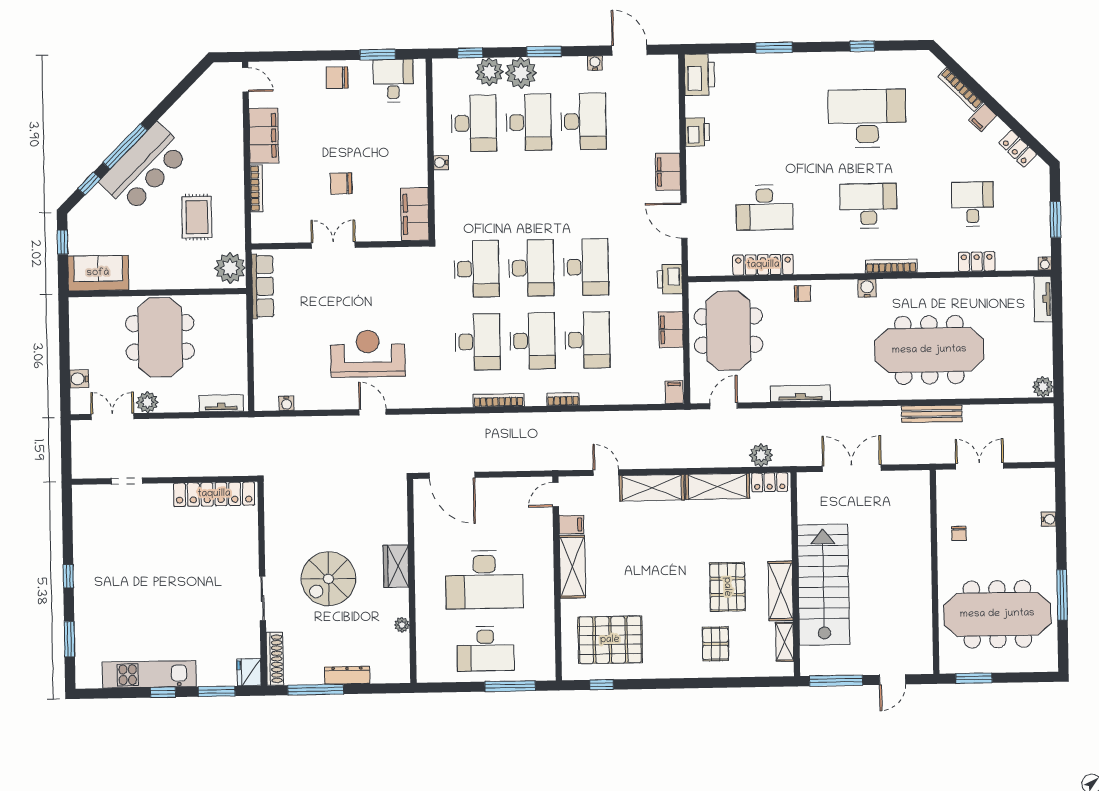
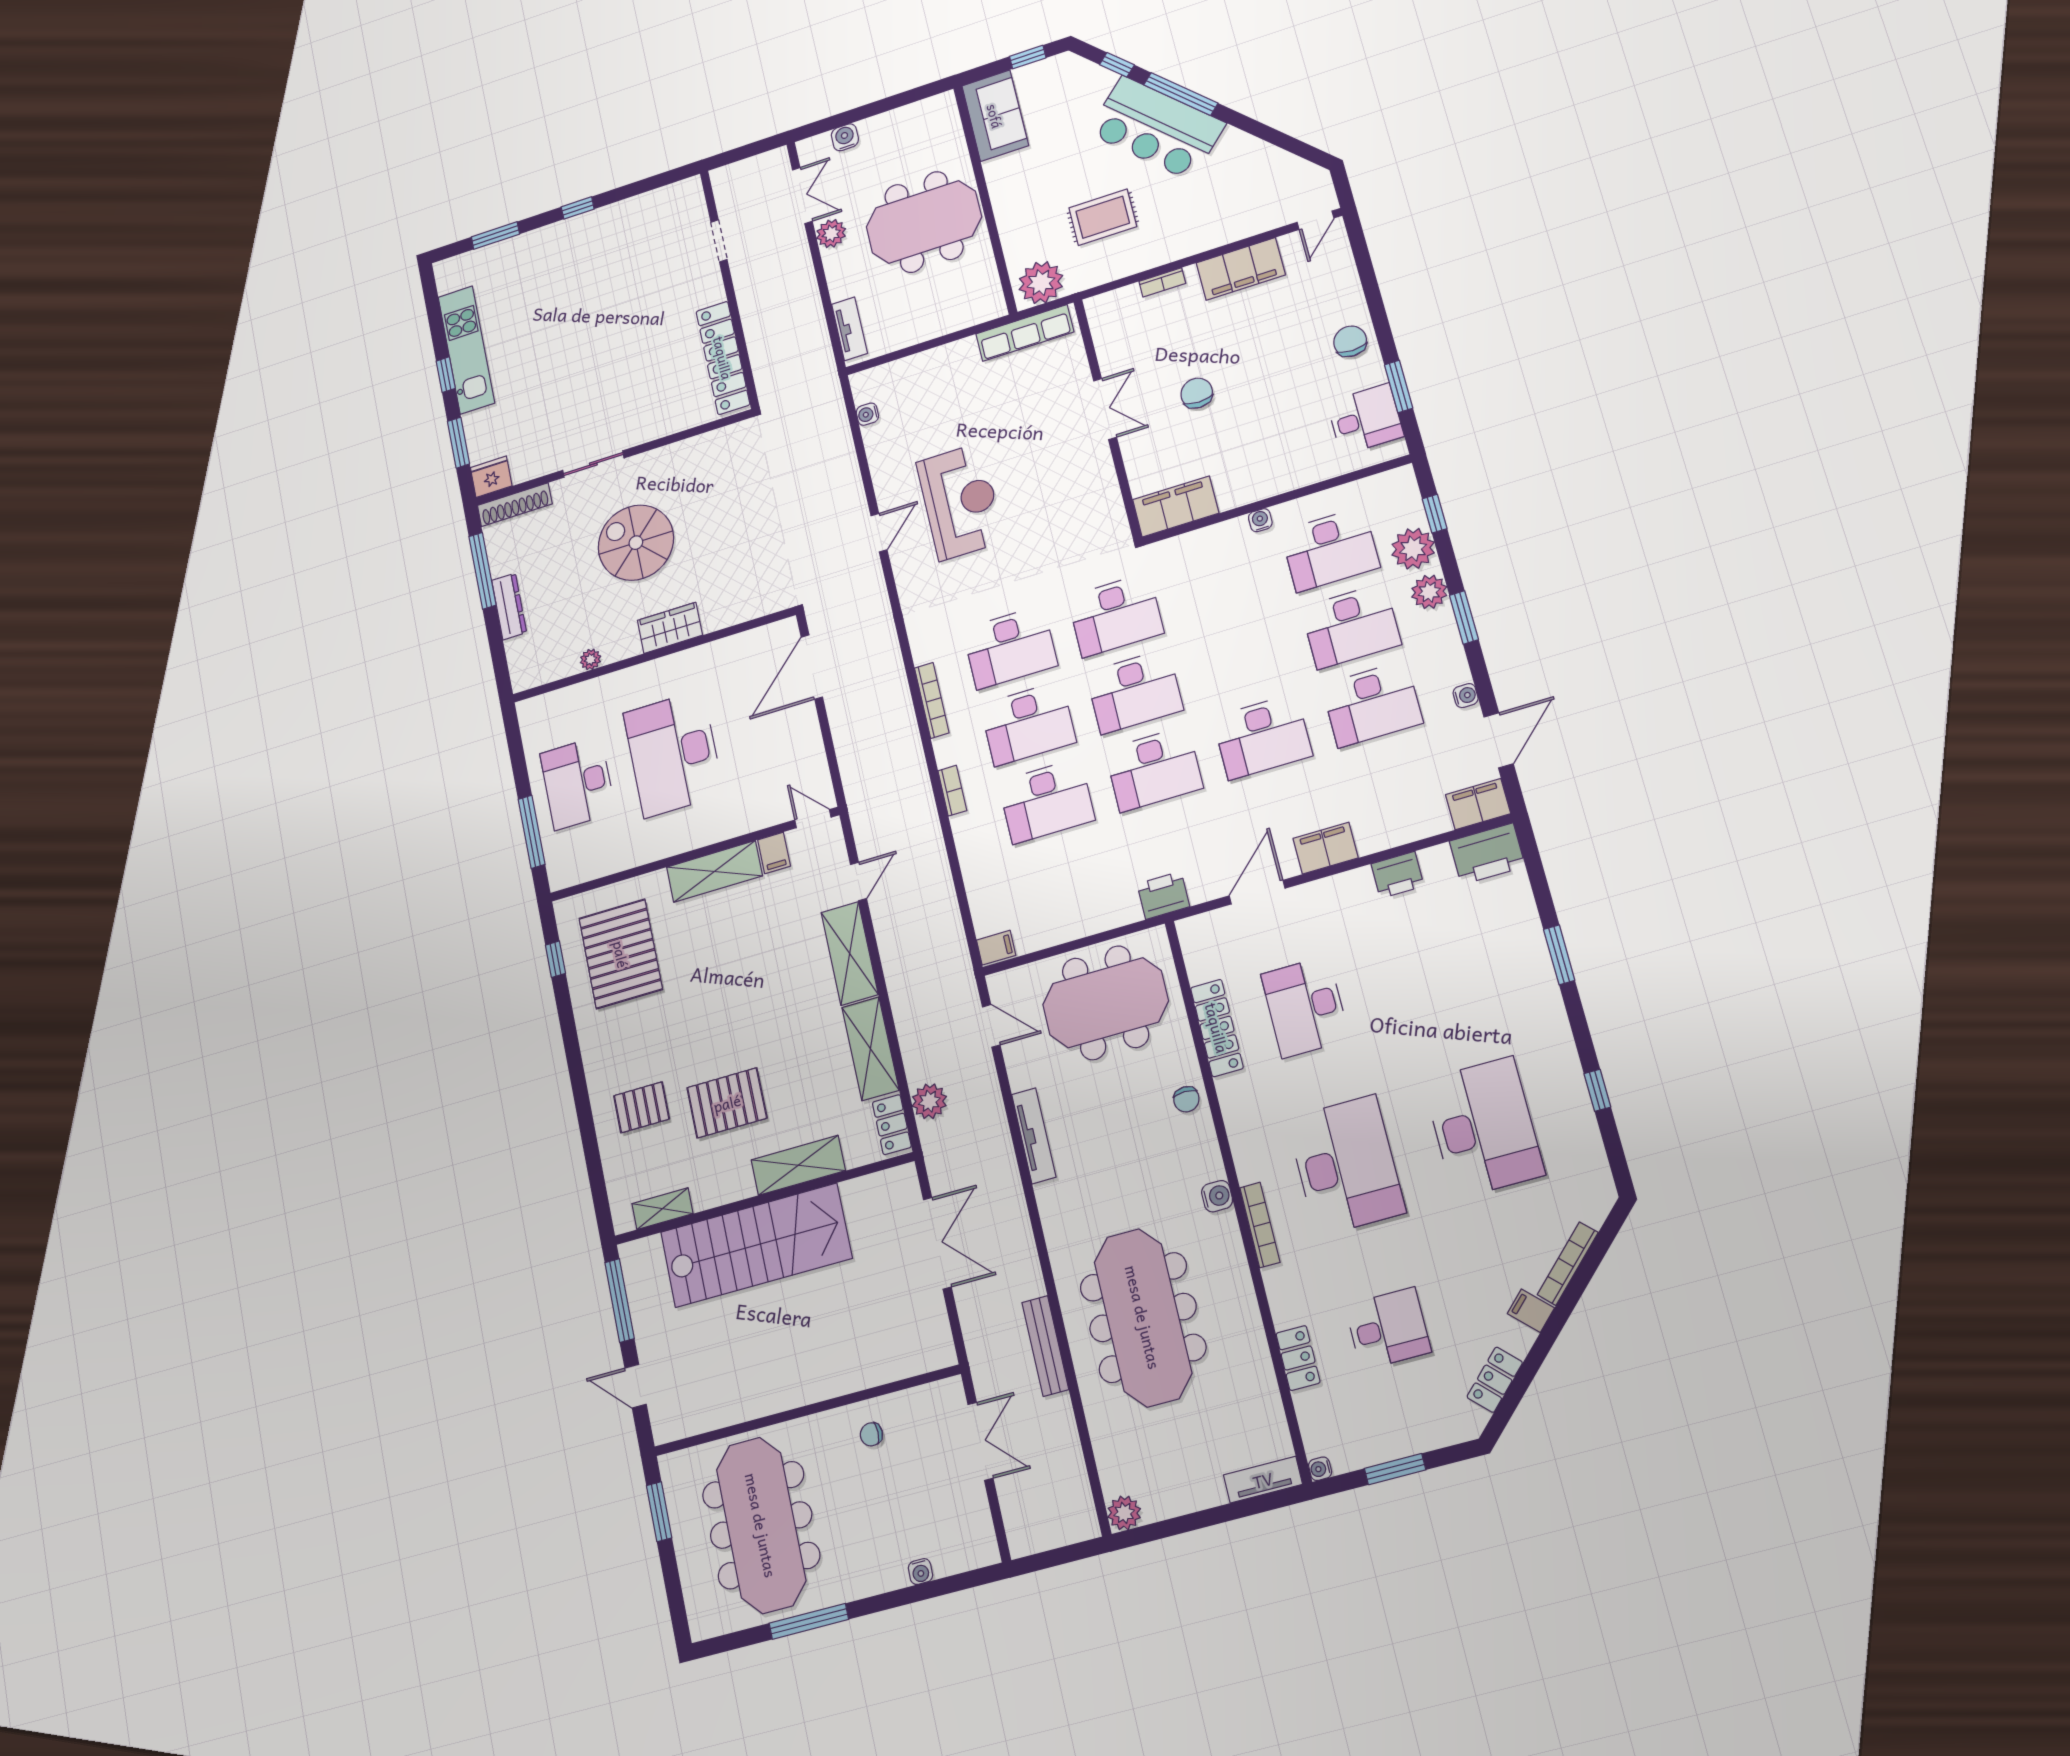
plant: (521, 73) -> (1429, 592), width x0.73, depth x0.73
bookcase: (256, 188) -> (1162, 282), width x0.64
desk: (585, 194) -> (1262, 737), added
desk: (869, 206) -> (1346, 1165), width x1.36, depth x1.30
filing cabinet: (671, 330) -> (1478, 804), moved
shelving: (781, 591) -> (798, 1165), moved

